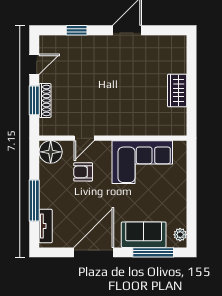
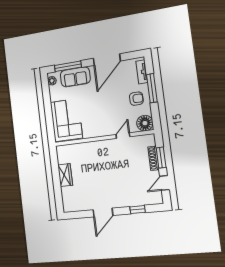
corner sofa: (142, 162) -> (66, 120), moved, turned 90
armchair: (83, 172) -> (136, 99), moved

